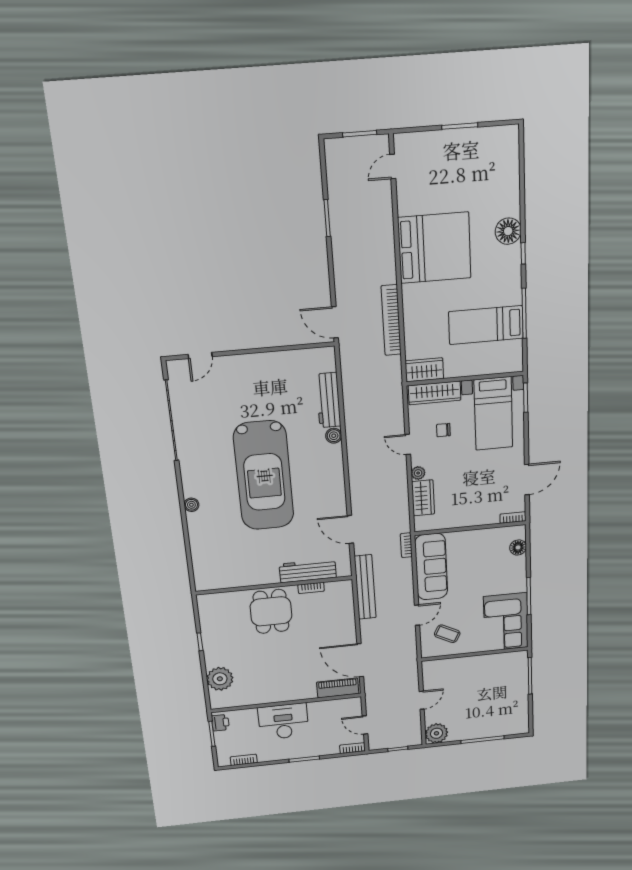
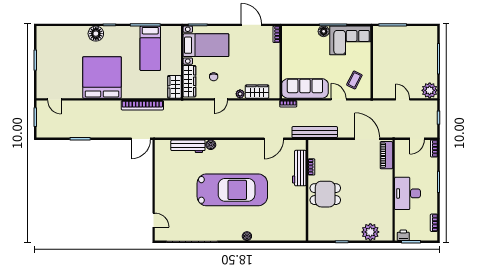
floor lamp: (518, 547) -> (324, 31), moved
door: (360, 660) -> (367, 139), swing flipped

